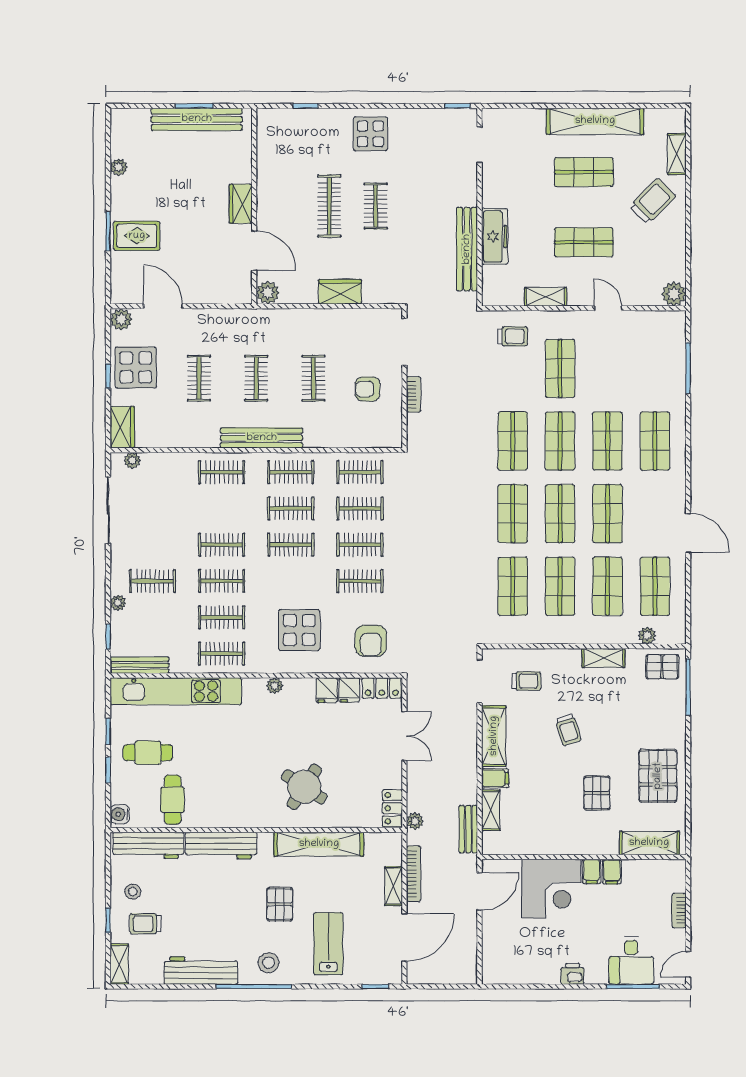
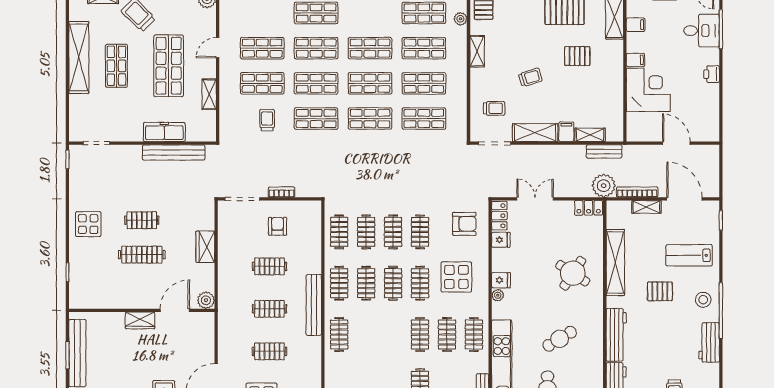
shop shelf: (584, 242) -> (169, 66), width x1.43, depth x1.36
trolley: (513, 336) -> (267, 120), moved
shop shelf: (608, 368) -> (262, 48), added
armchair: (368, 389) -> (277, 226), turned 180
clothes rail: (222, 545) -> (420, 283), moved
trolley: (526, 681) -> (494, 108), turned 90
fridge: (327, 690) -> (501, 280), moved
cafe table: (173, 800) -> (560, 339), moved, turned -31
plant: (415, 821) -> (604, 186), width x1.88, depth x1.88
filing cabinet: (612, 872) -> (636, 25), moved
door: (479, 891) -> (676, 143), moved
workbench: (201, 971) -> (709, 342), width x0.73

